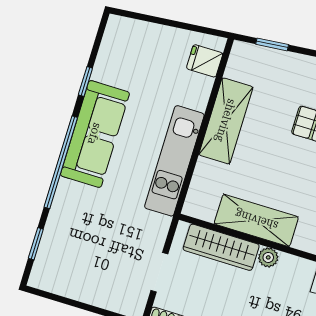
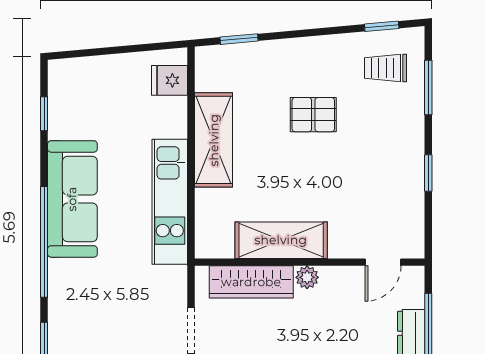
window: (85, 82) -> (44, 114), moved

